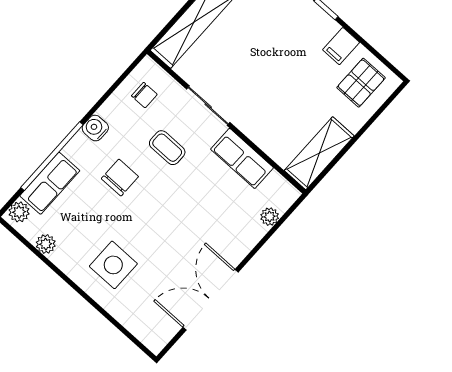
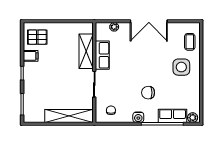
coffee table: (167, 148) -> (190, 42), moved
shelving: (319, 153) -> (86, 51), moved, turned 90
plant: (46, 244) -> (195, 98), removed
double door: (211, 300) -> (149, 21), moved

